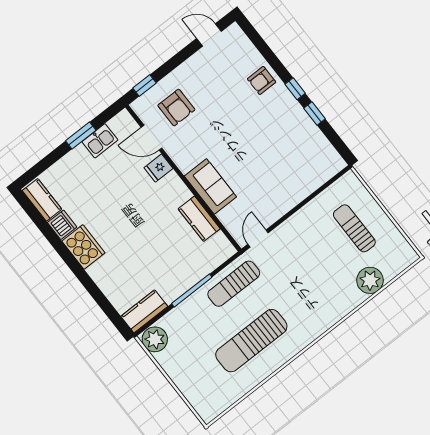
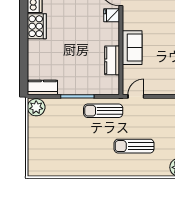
sun lounger: (251, 341) -> (134, 146), moved, width x0.73, depth x0.75

